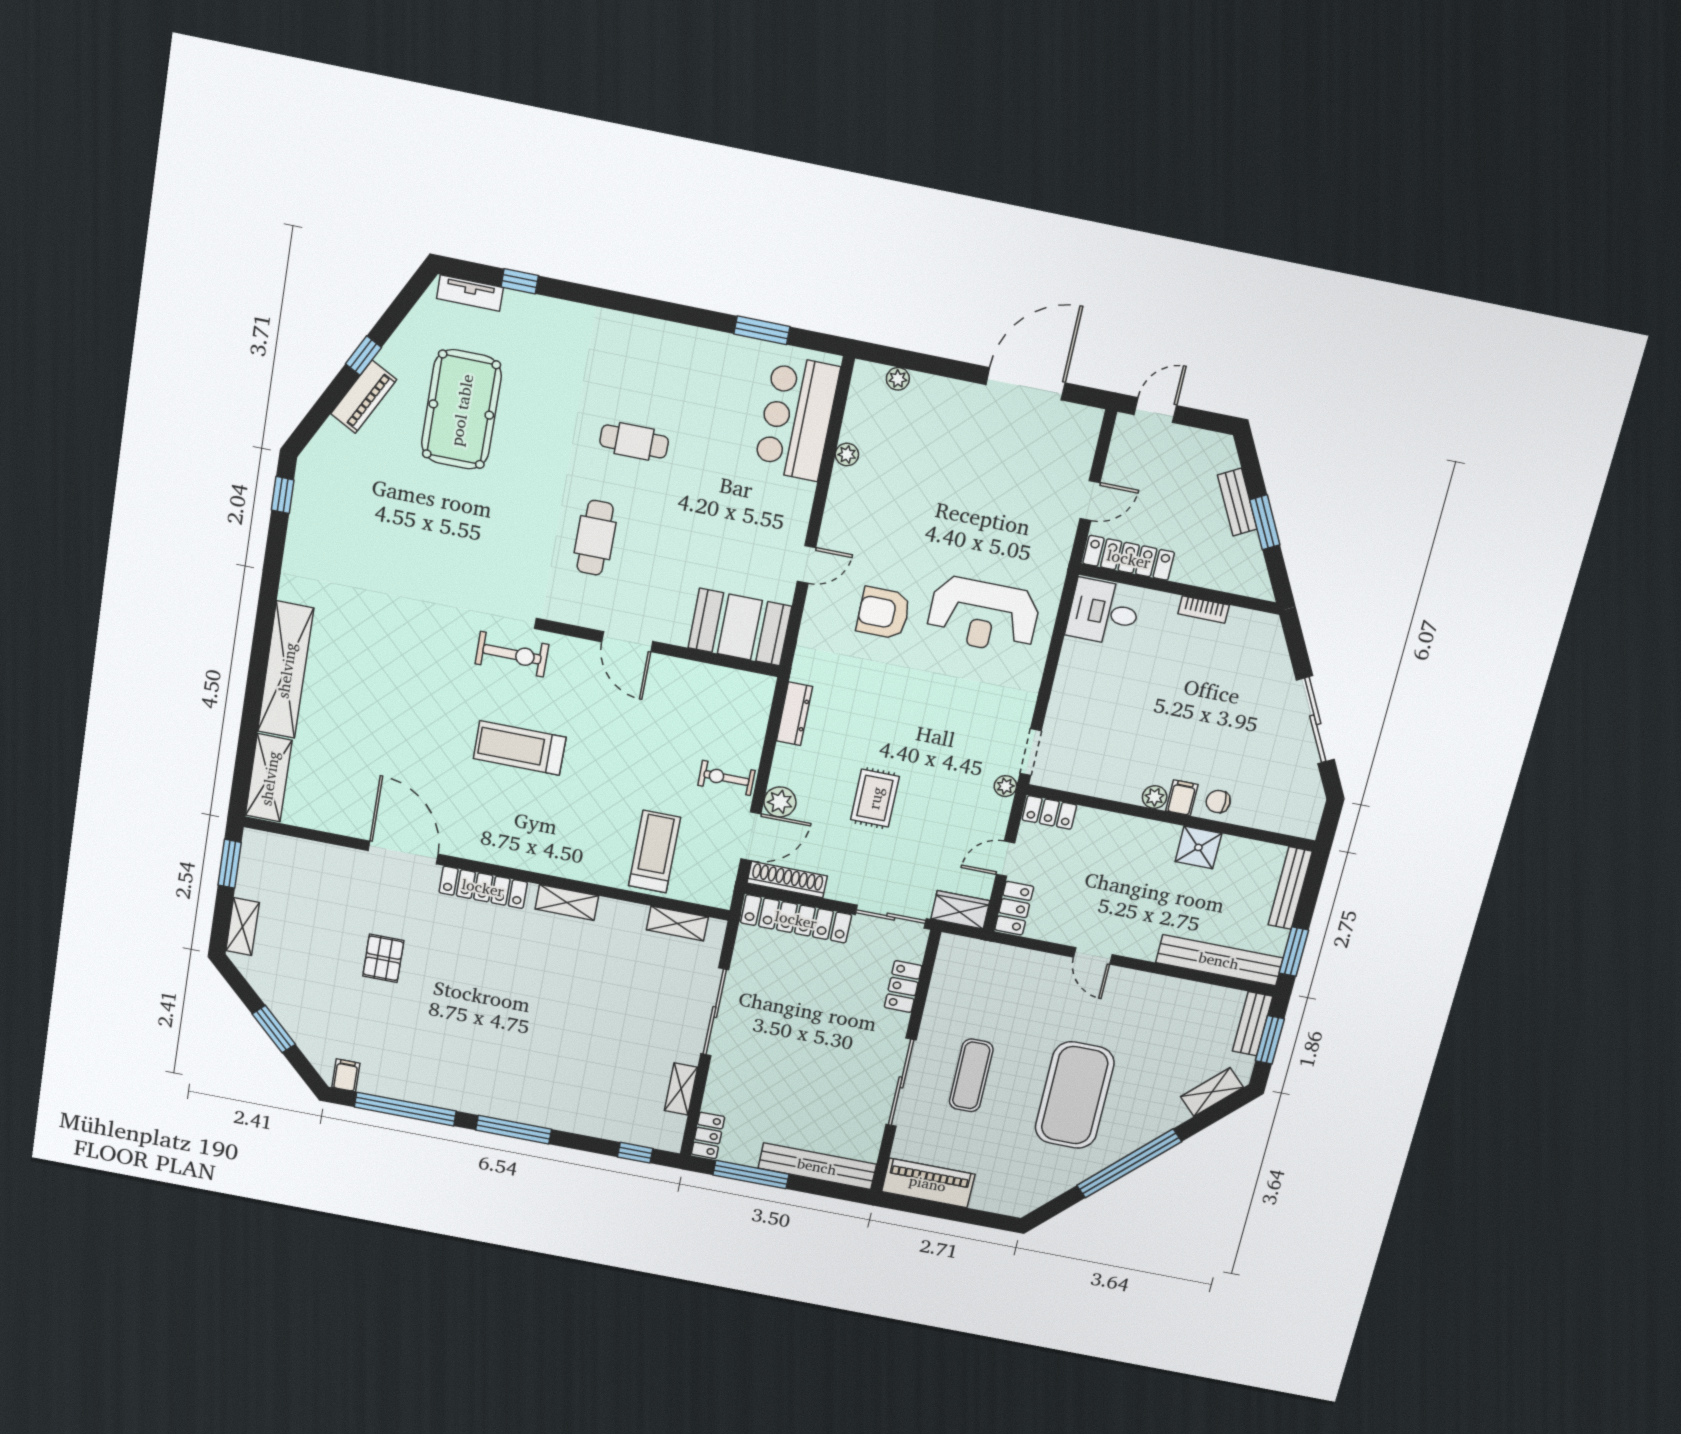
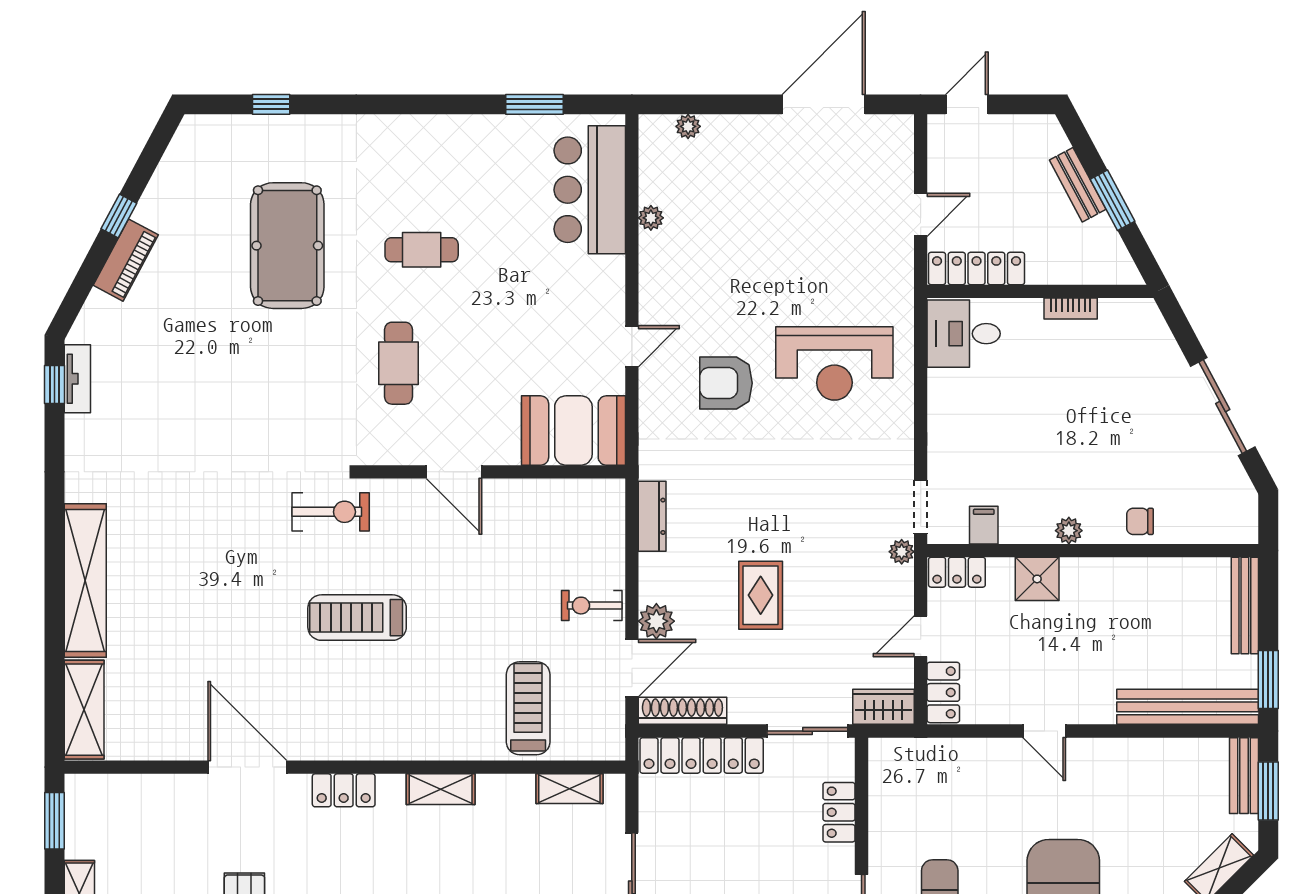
tv unit: (470, 293) -> (77, 379), moved, turned -90
pool table: (461, 410) -> (287, 246), moved
filing cabinet: (1182, 798) -> (984, 525), moved
shower: (1198, 847) -> (1037, 579), moved
locker: (483, 887) -> (344, 790), width x0.66

